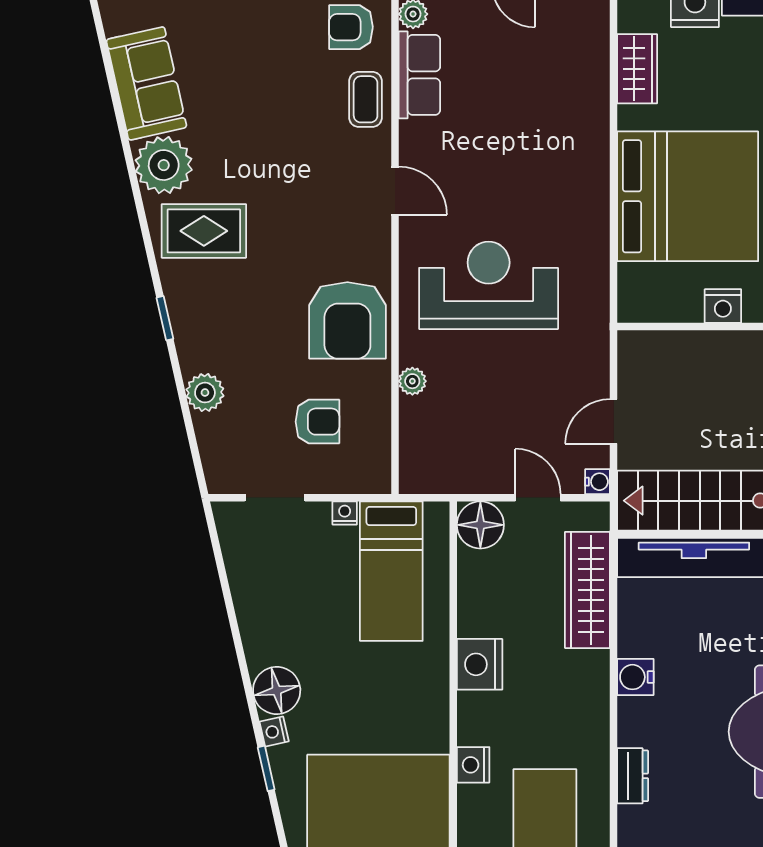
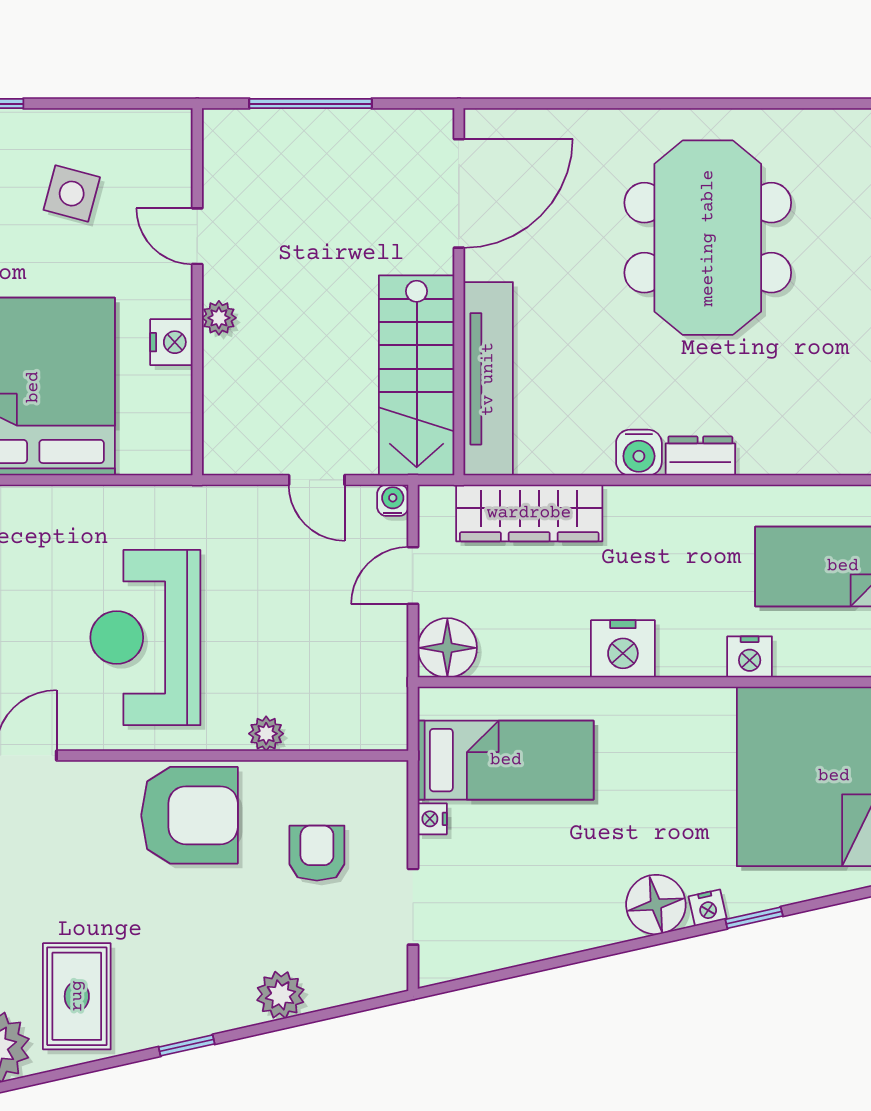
plant: (742, 344) -> (219, 318), added
dresser: (633, 776) -> (700, 456), moved

